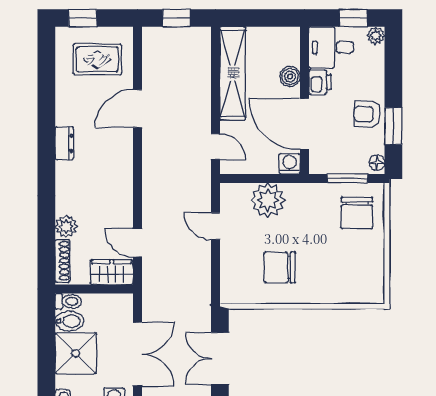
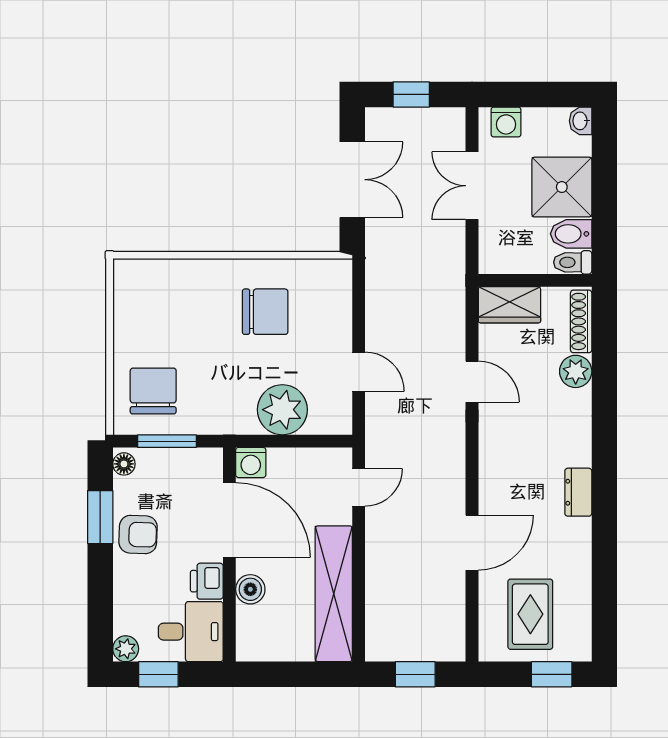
rug: (97, 59) -> (530, 614), turned 90
door: (216, 147) -> (359, 487), swing flipped
door: (137, 243) -> (472, 382), moved
double door: (137, 354) -> (472, 186), width x0.73

